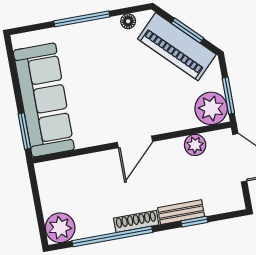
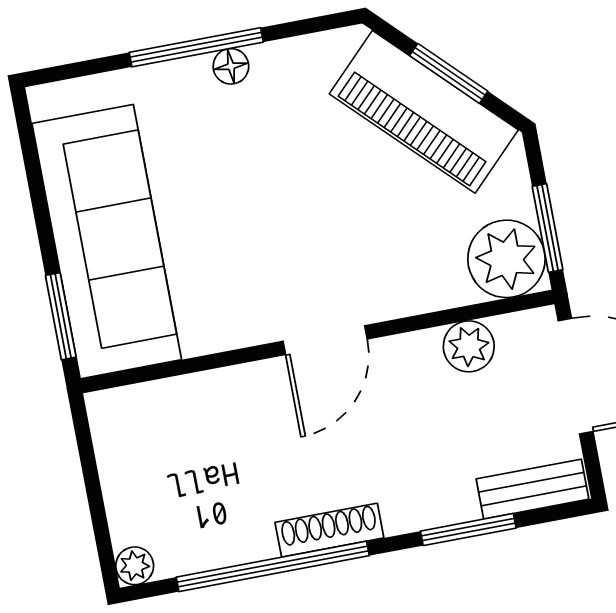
floor lamp: (128, 21) -> (231, 66), moved
bench: (181, 212) -> (532, 489), moved
window: (194, 222) -> (468, 530), width x1.50
plant: (60, 228) -> (135, 566), width x0.53, depth x0.53

